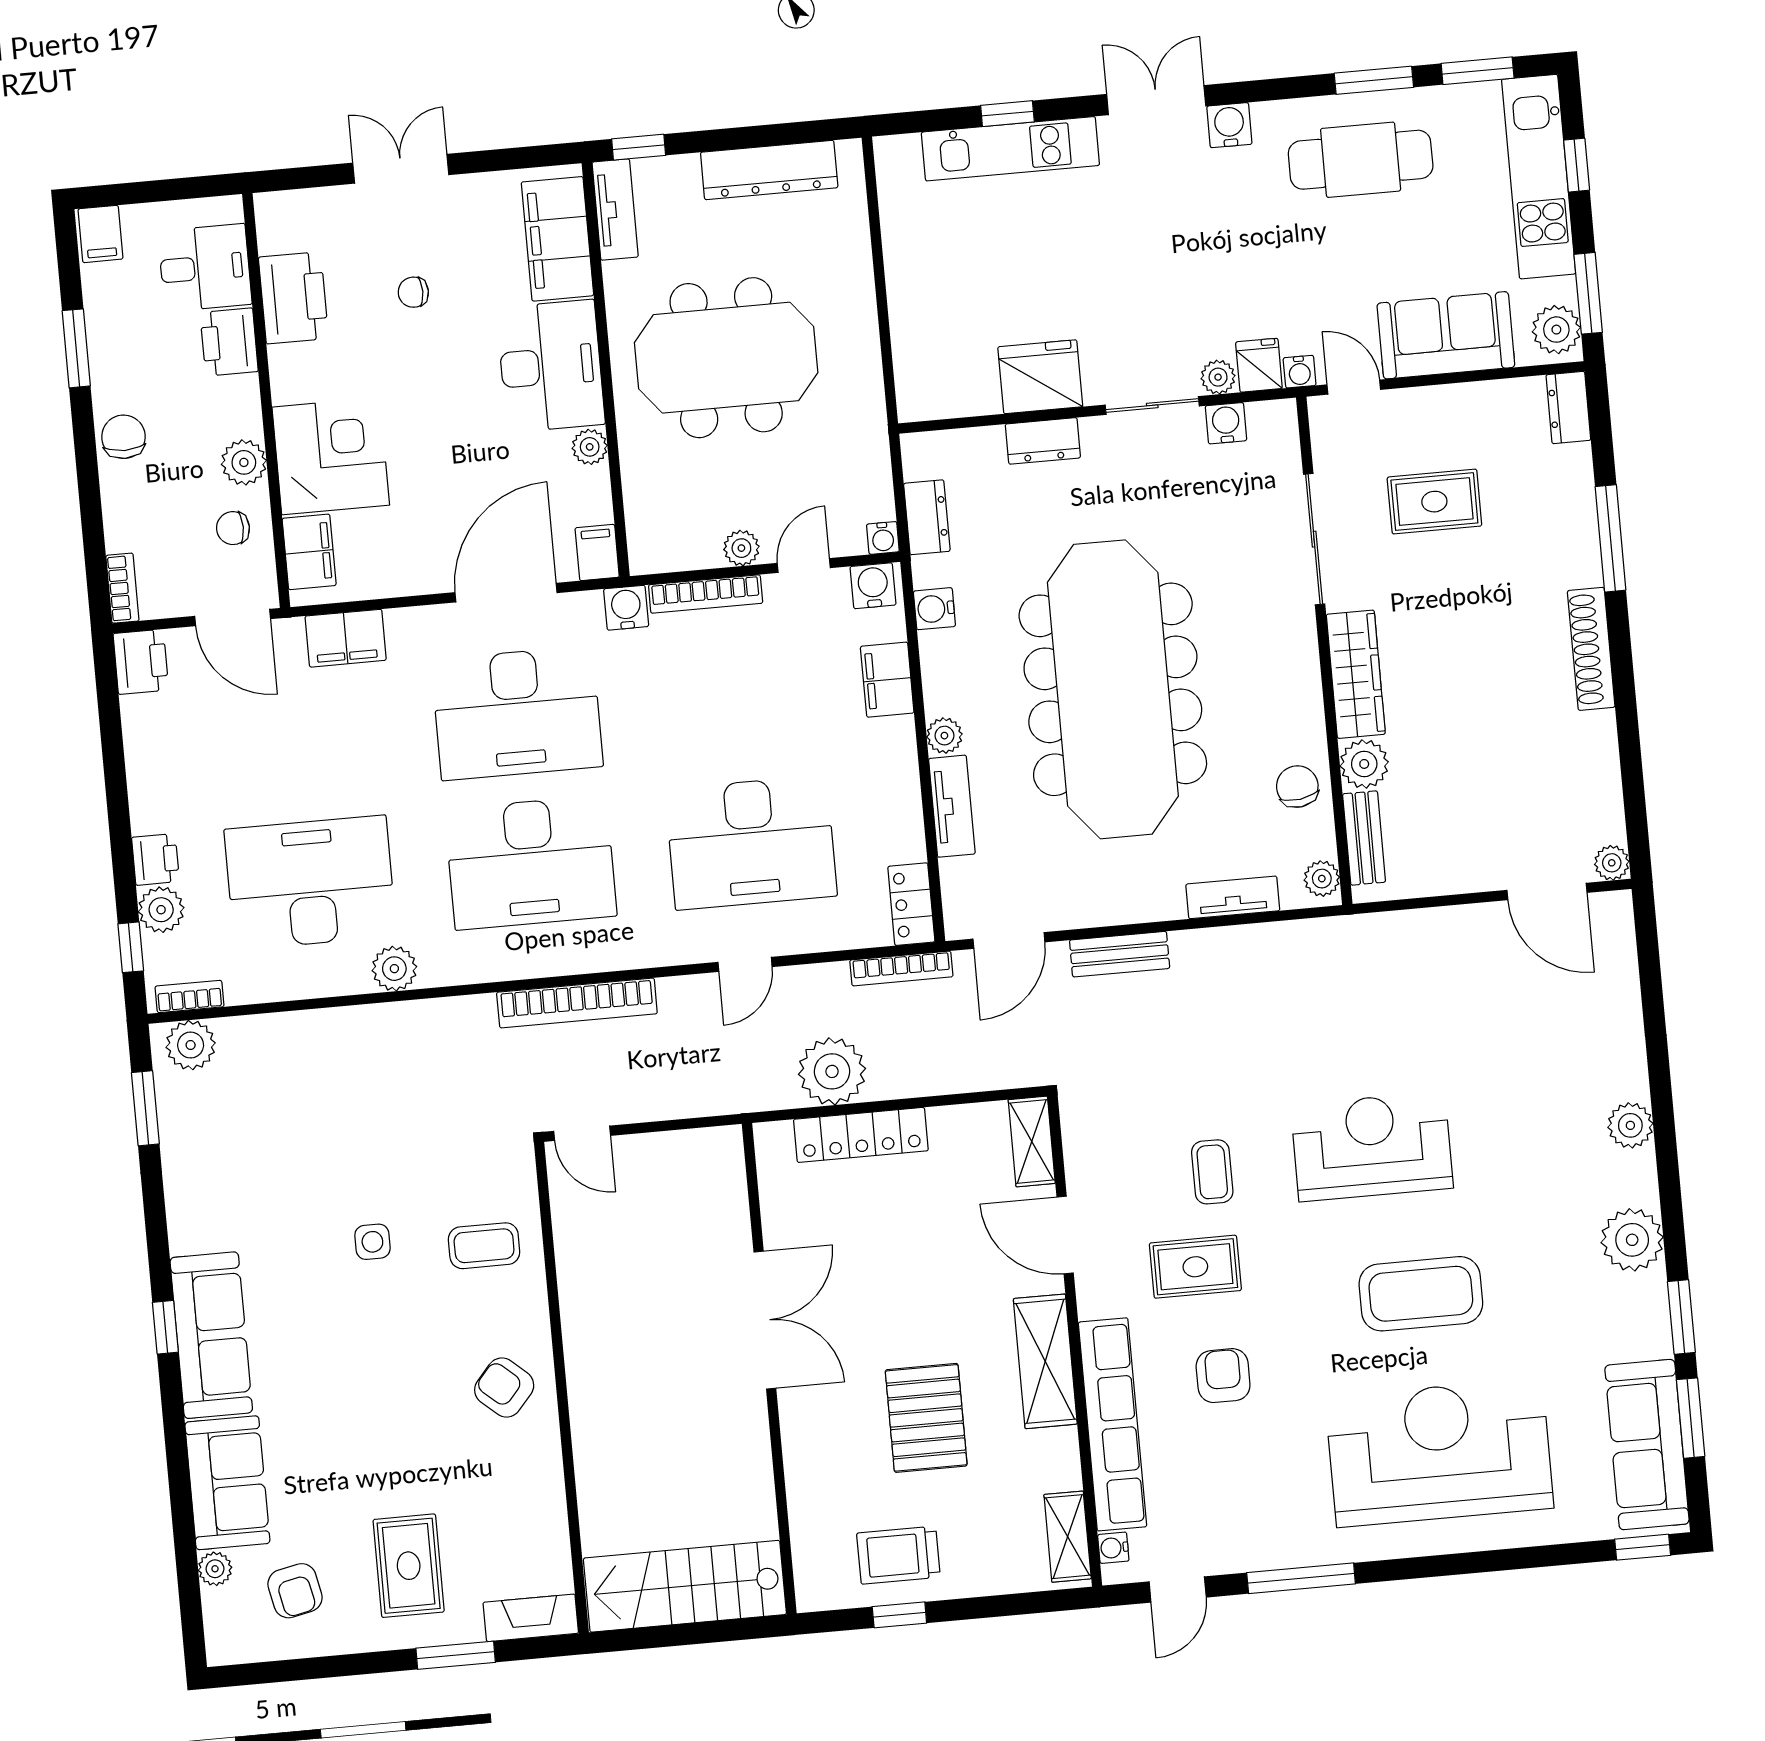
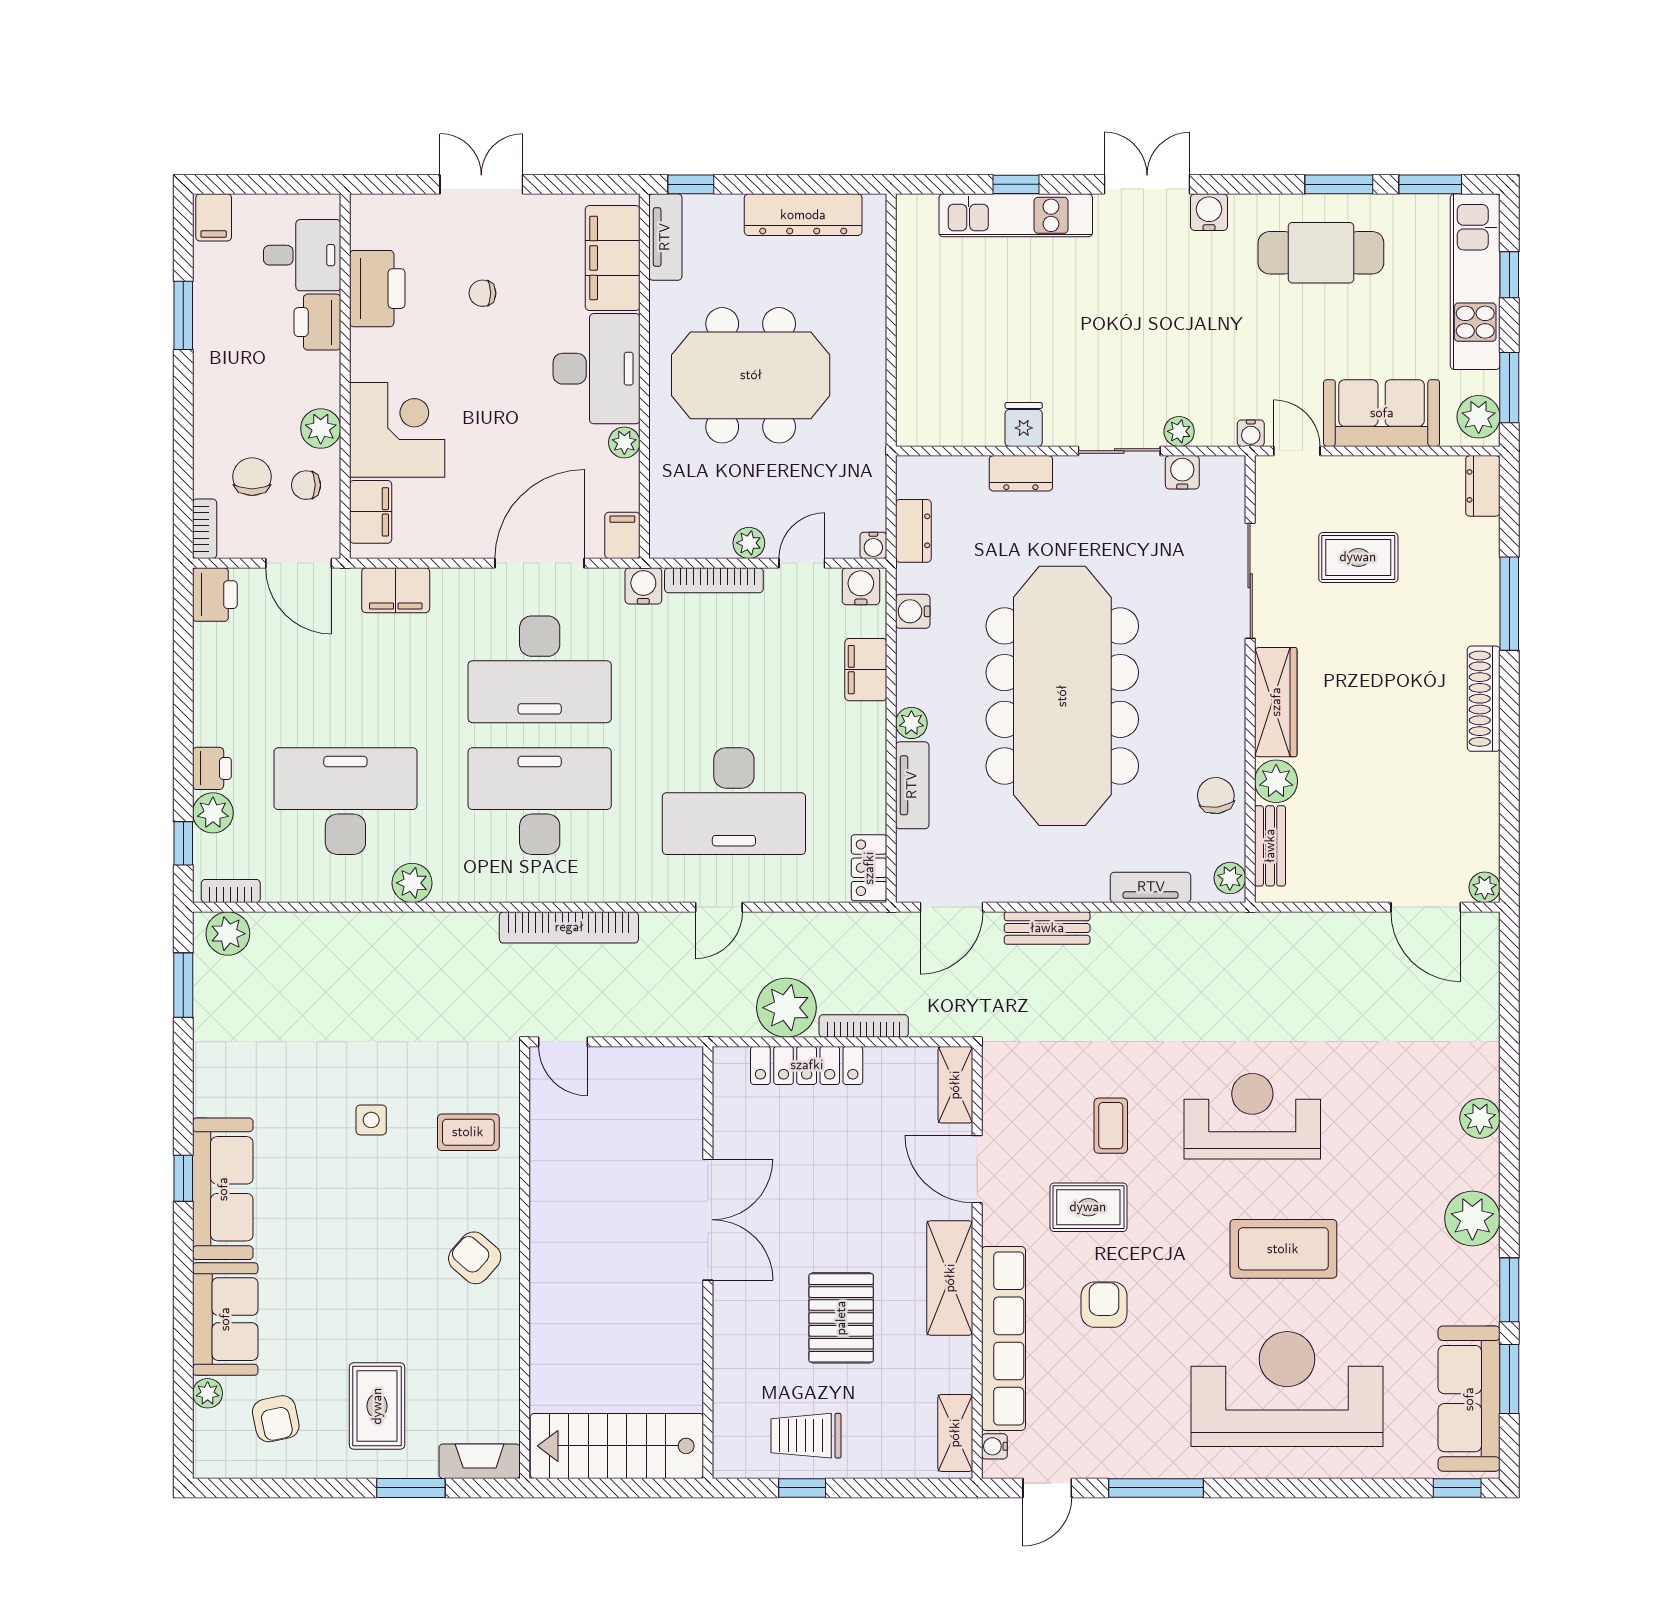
fridge: (1259, 365) -> (1216, 424), removed
fridge: (1040, 377) -> (1024, 424), width x0.53, depth x0.75
chair: (123, 437) -> (252, 477), moved
desk: (531, 863) -> (540, 801), turned 180
bookcase: (901, 968) -> (864, 1026), moved, turned 180

